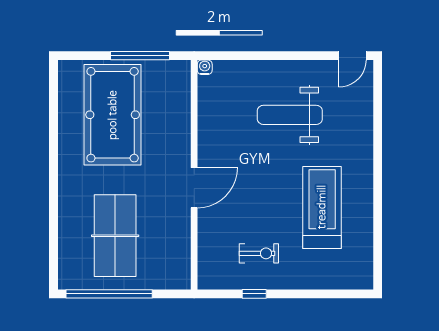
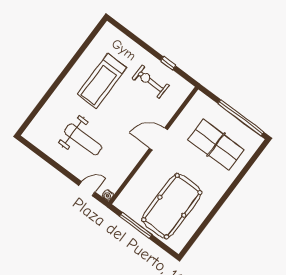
door: (352, 56) -> (87, 189), moved
table tennis table: (115, 236) -> (216, 145), turned 90
exercise bike: (259, 253) -> (151, 82), width x1.38, depth x1.39

